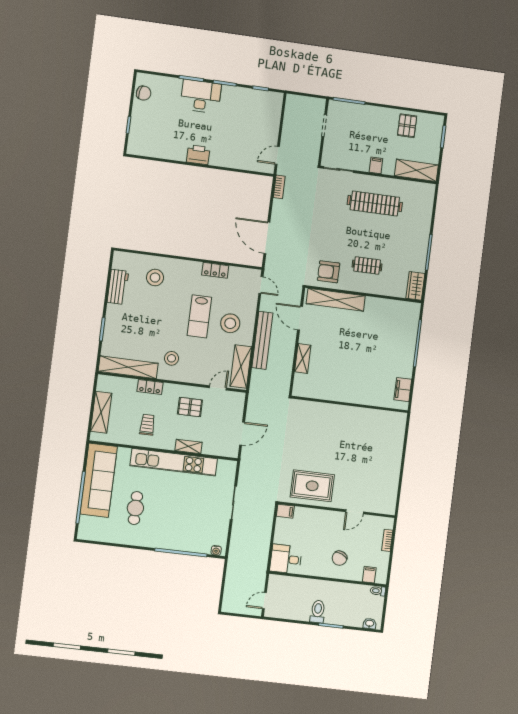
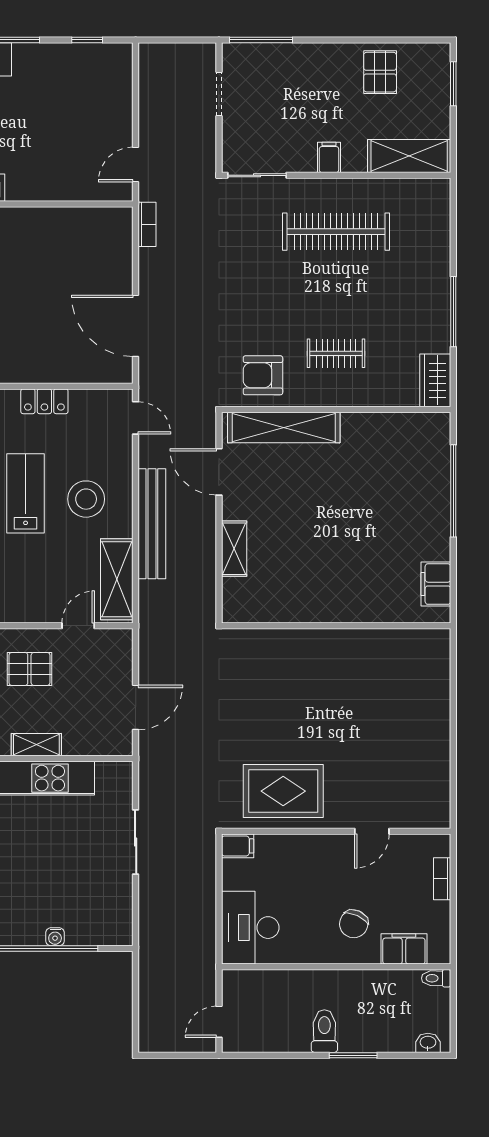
lab bench: (199, 316) -> (26, 493), turned 180
water cooler: (216, 550) -> (55, 937), moved
desk: (286, 559) -> (250, 928), width x1.37
filing cabinet: (369, 575) -> (404, 949), width x2.00

